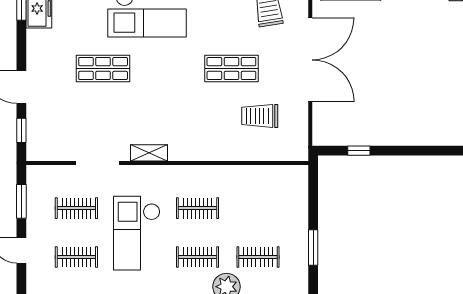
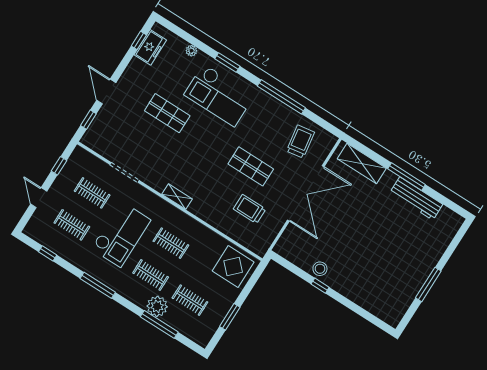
stool: (378, 132) -> (320, 269), added
window: (359, 151) -> (320, 286), moved
shelving: (149, 153) -> (177, 197), moved
display table: (282, 190) -> (233, 267), added
window: (21, 201) -> (59, 166), width x0.67
checkout: (137, 233) -> (121, 234), turned 180

